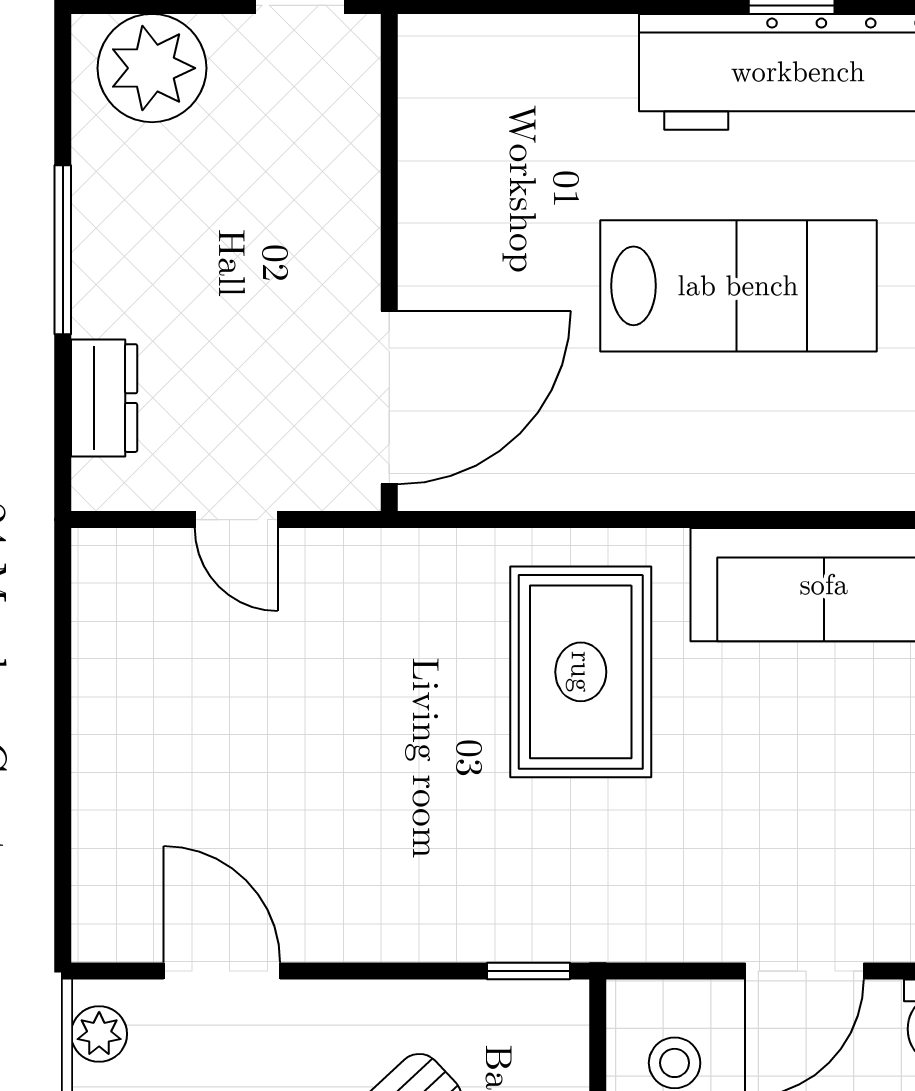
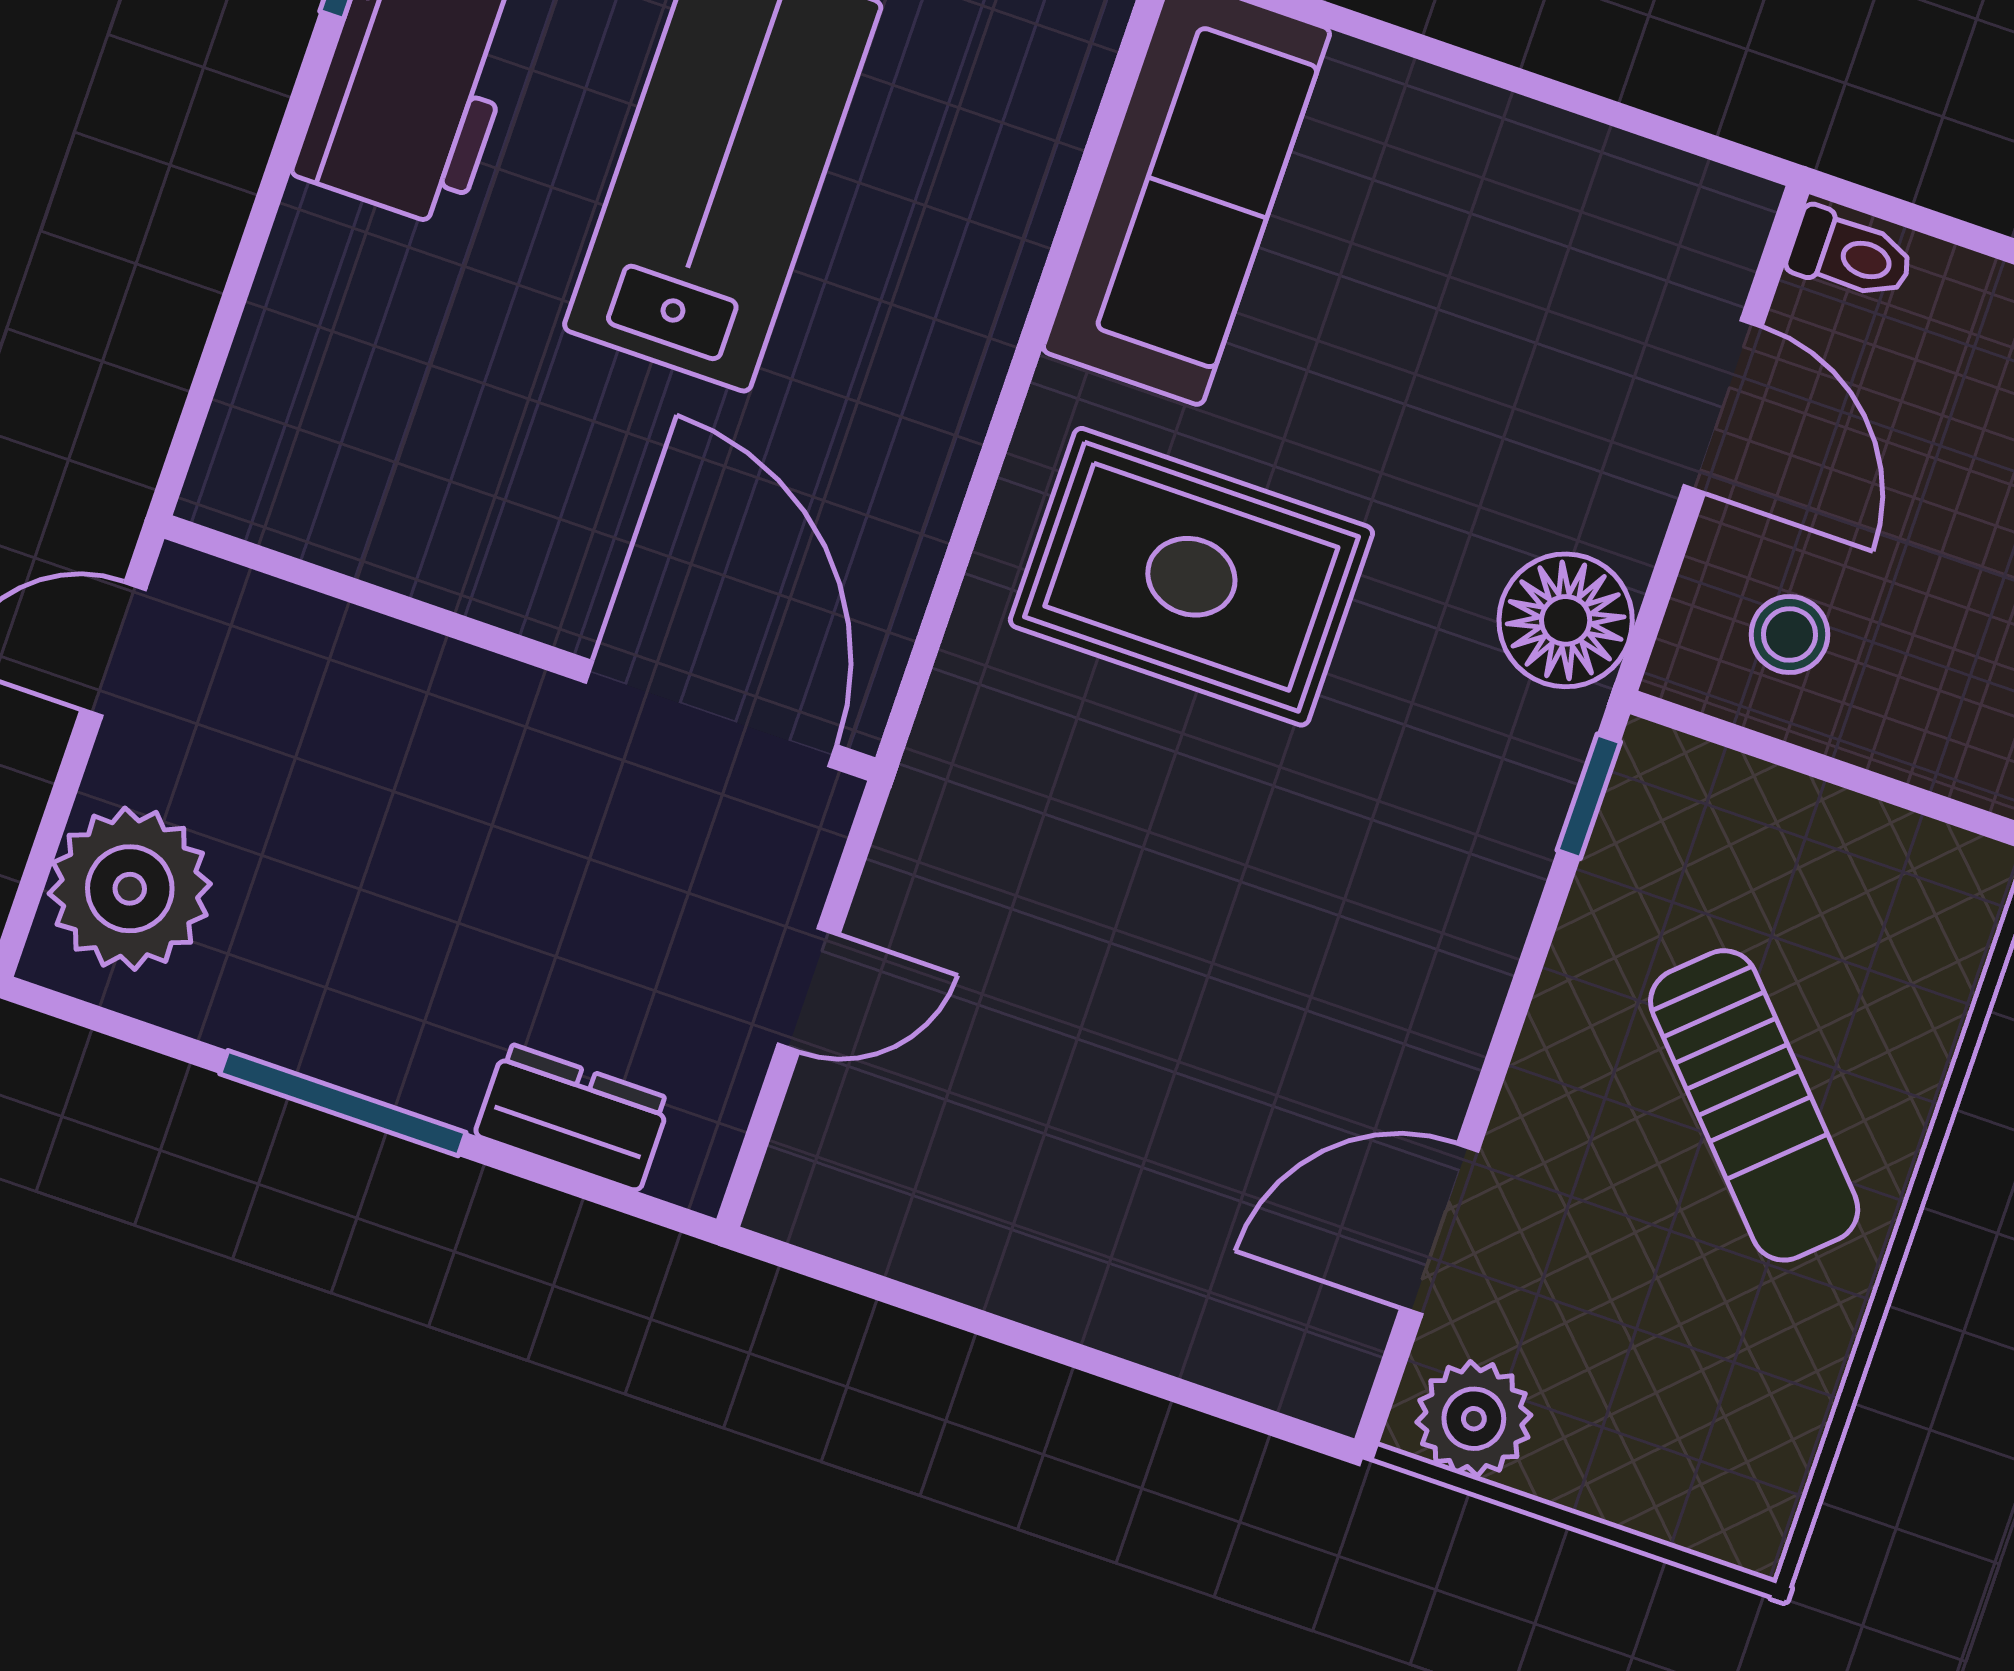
floor lamp: (635, 918) -> (1566, 620), added
plant: (99, 1034) -> (1474, 1419), width x1.38, depth x1.38

